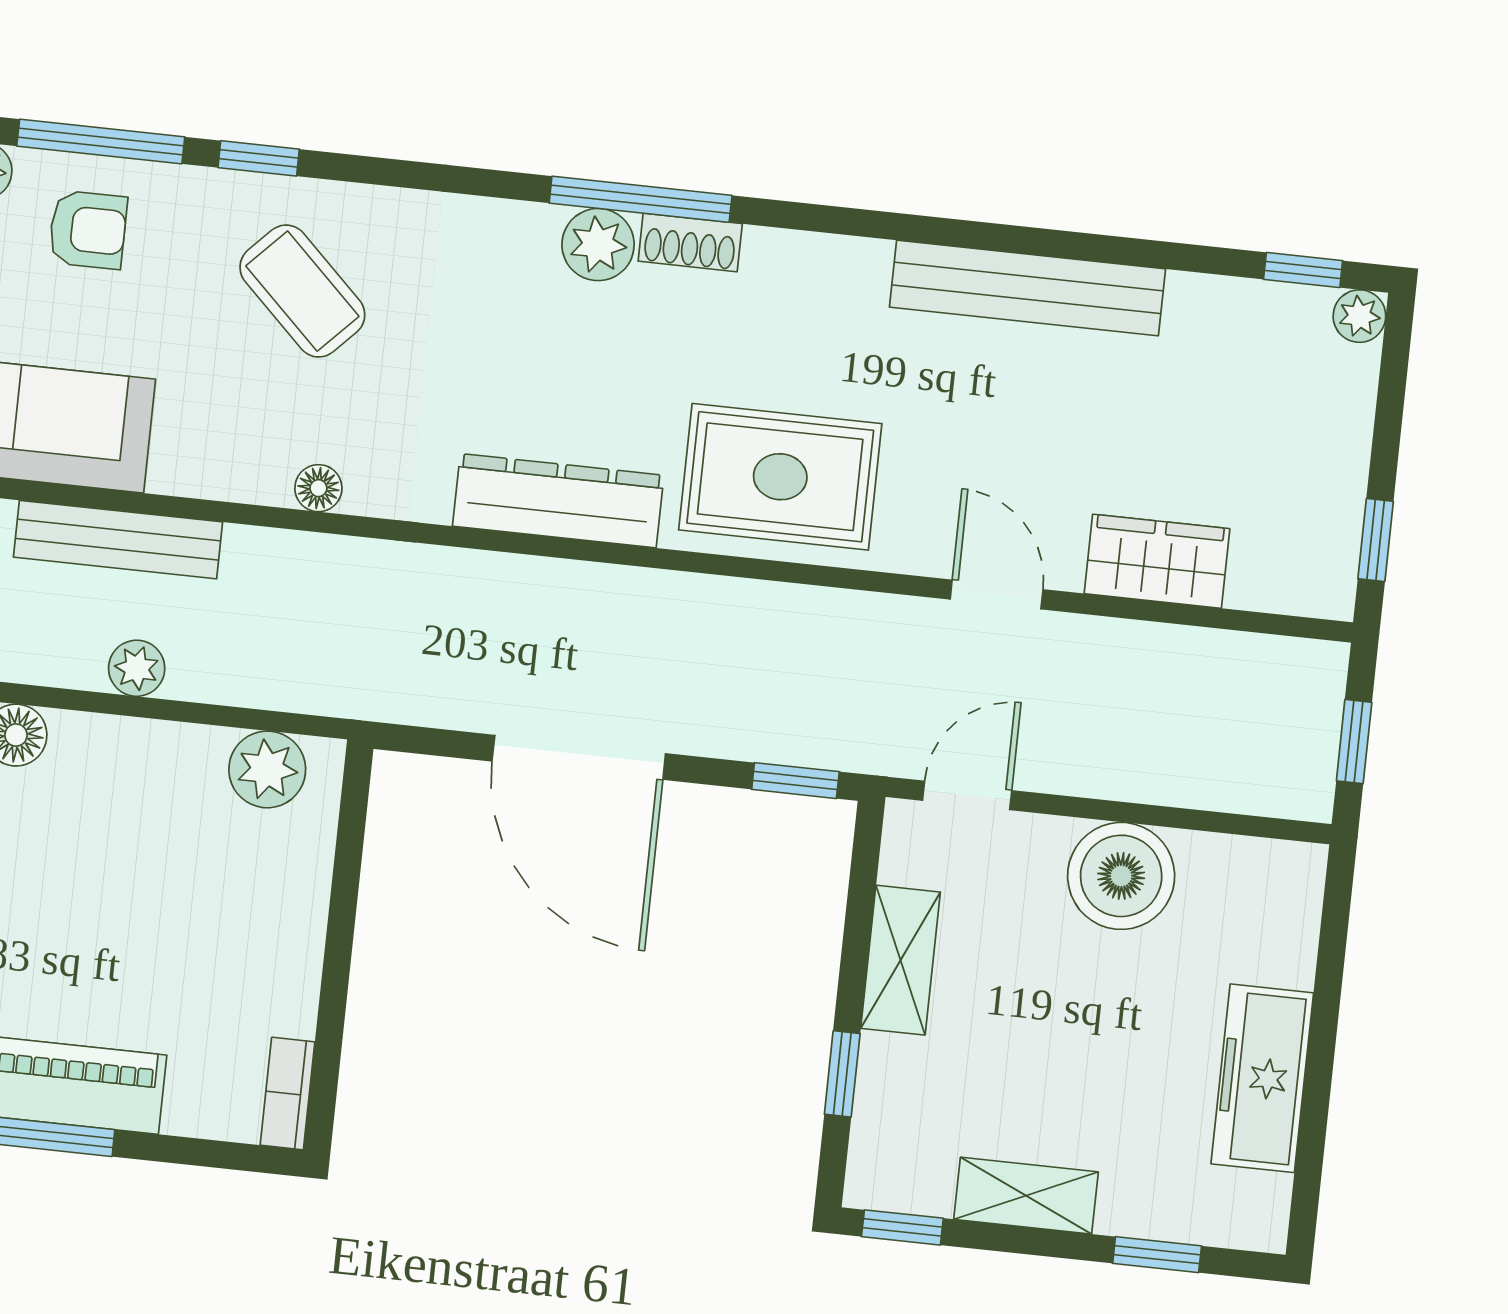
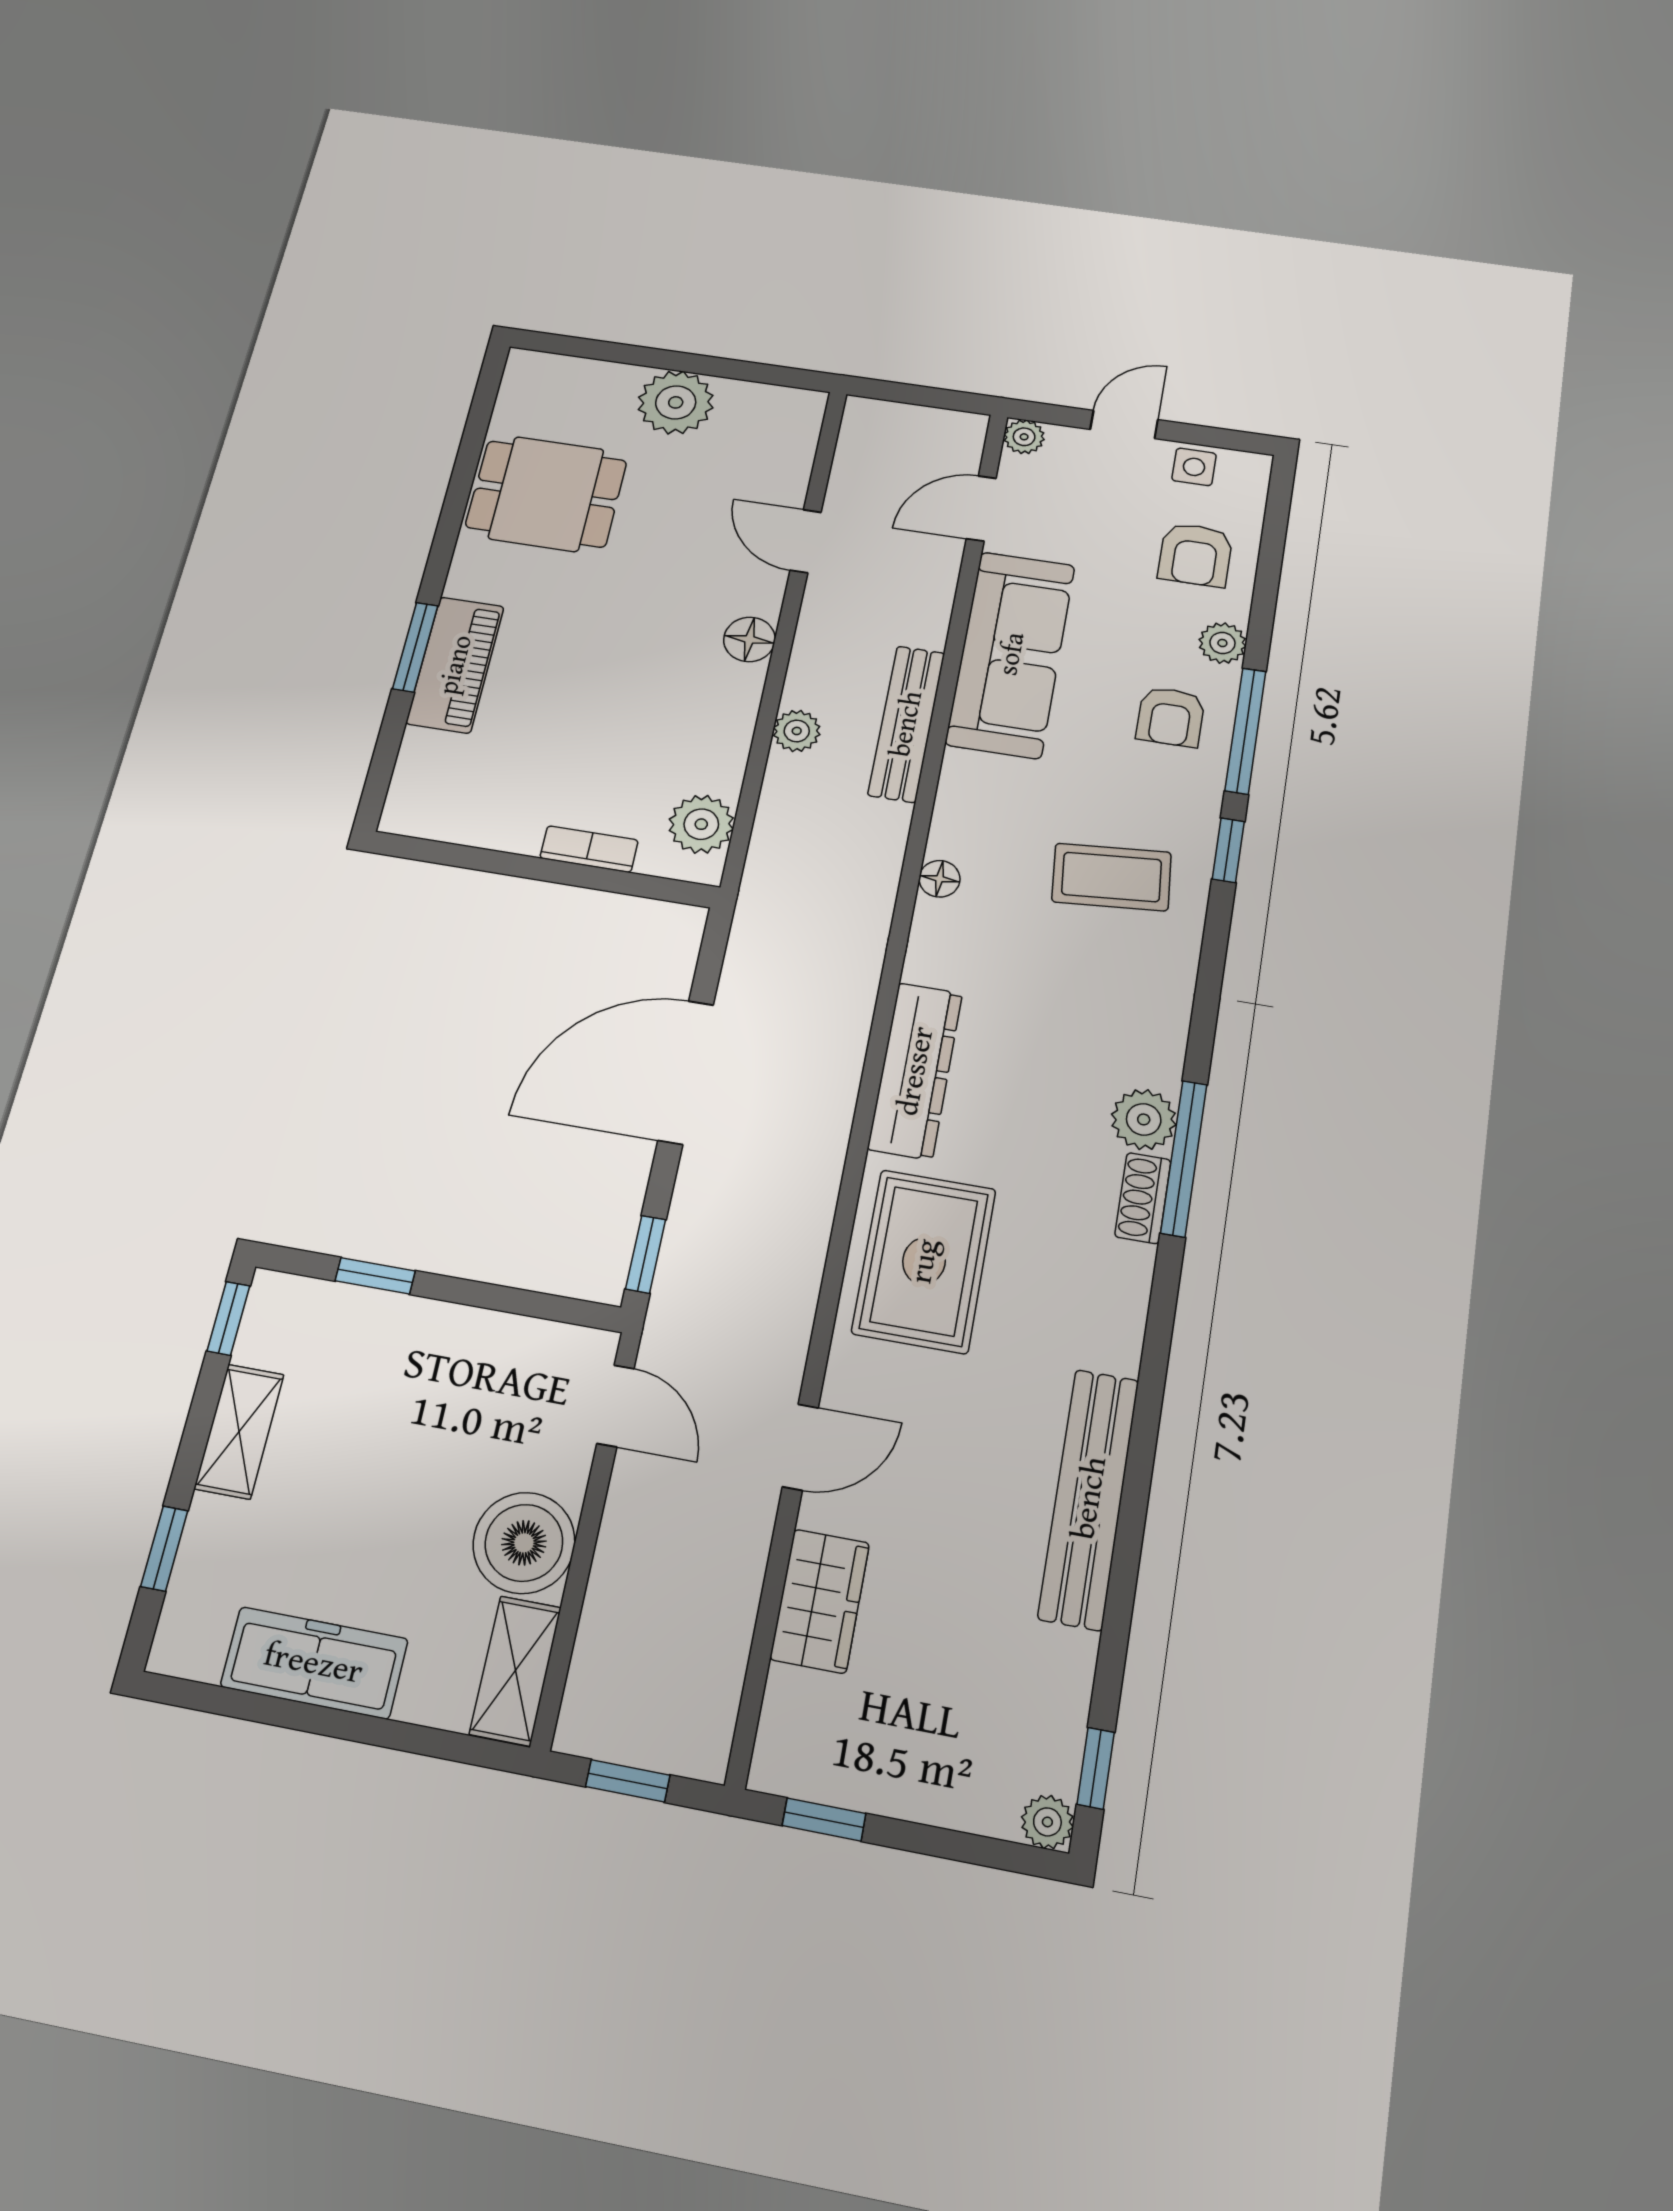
coffee table: (302, 291) -> (1112, 877), turned 41
shelving: (901, 960) -> (515, 1671), moved, turned 90
bookcase: (288, 1094) -> (589, 849), moved

